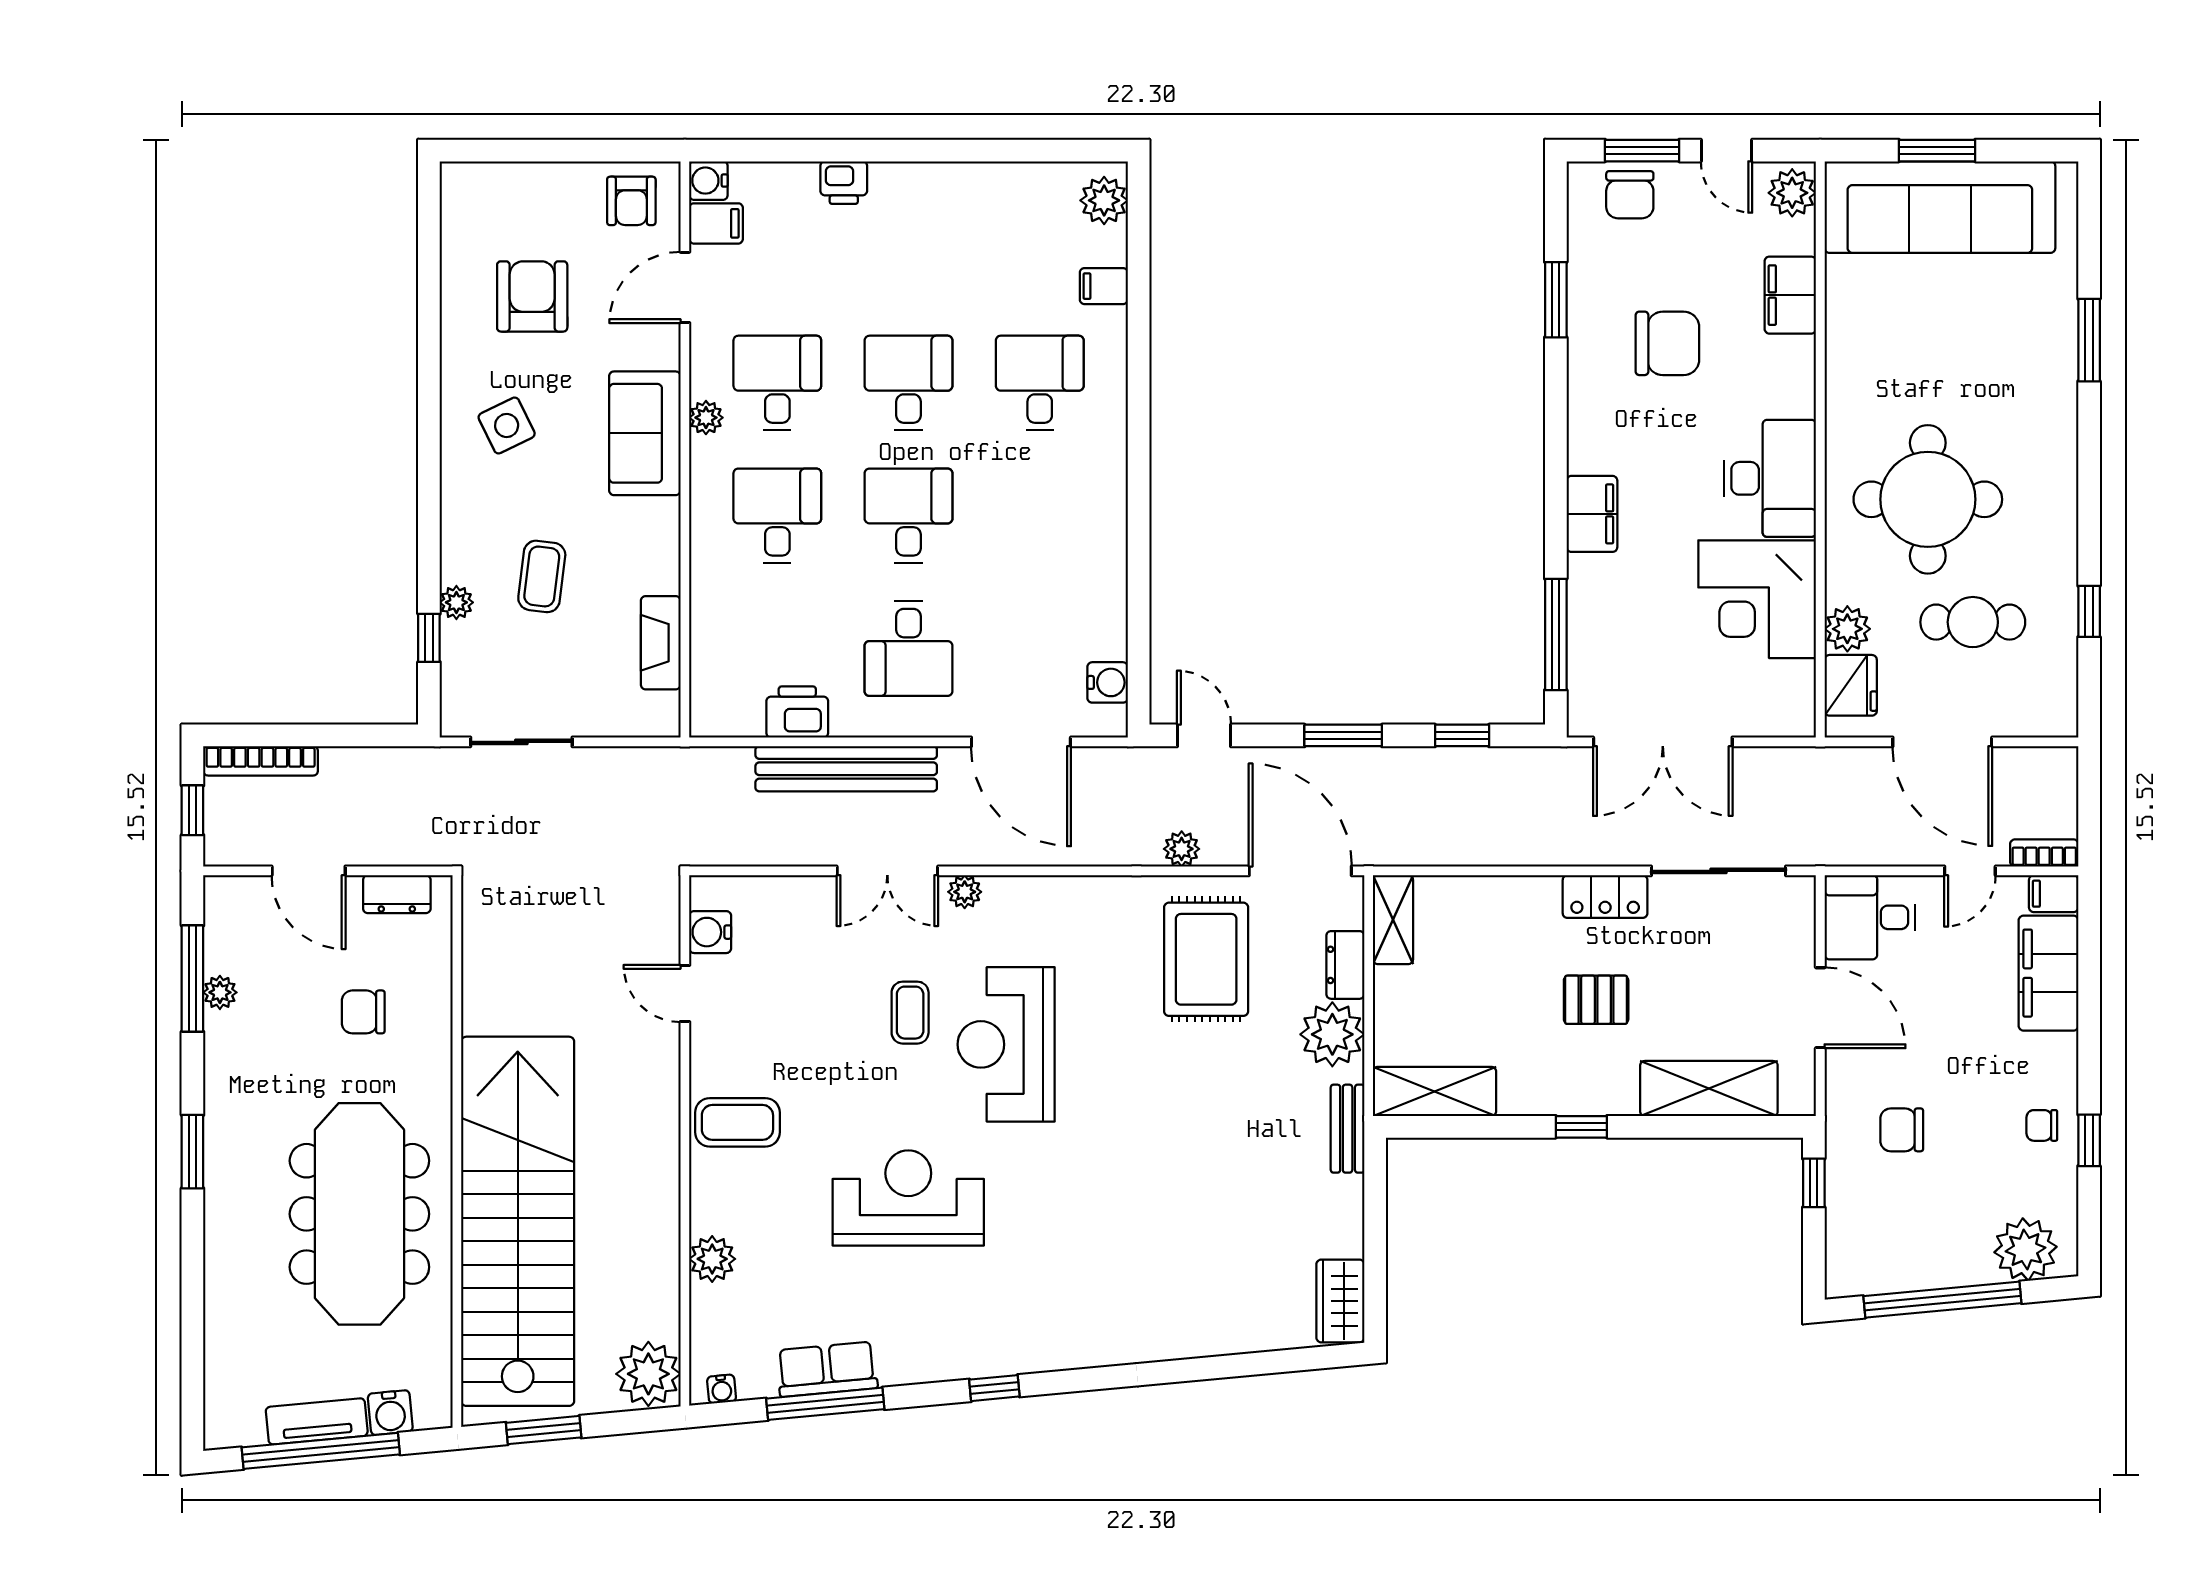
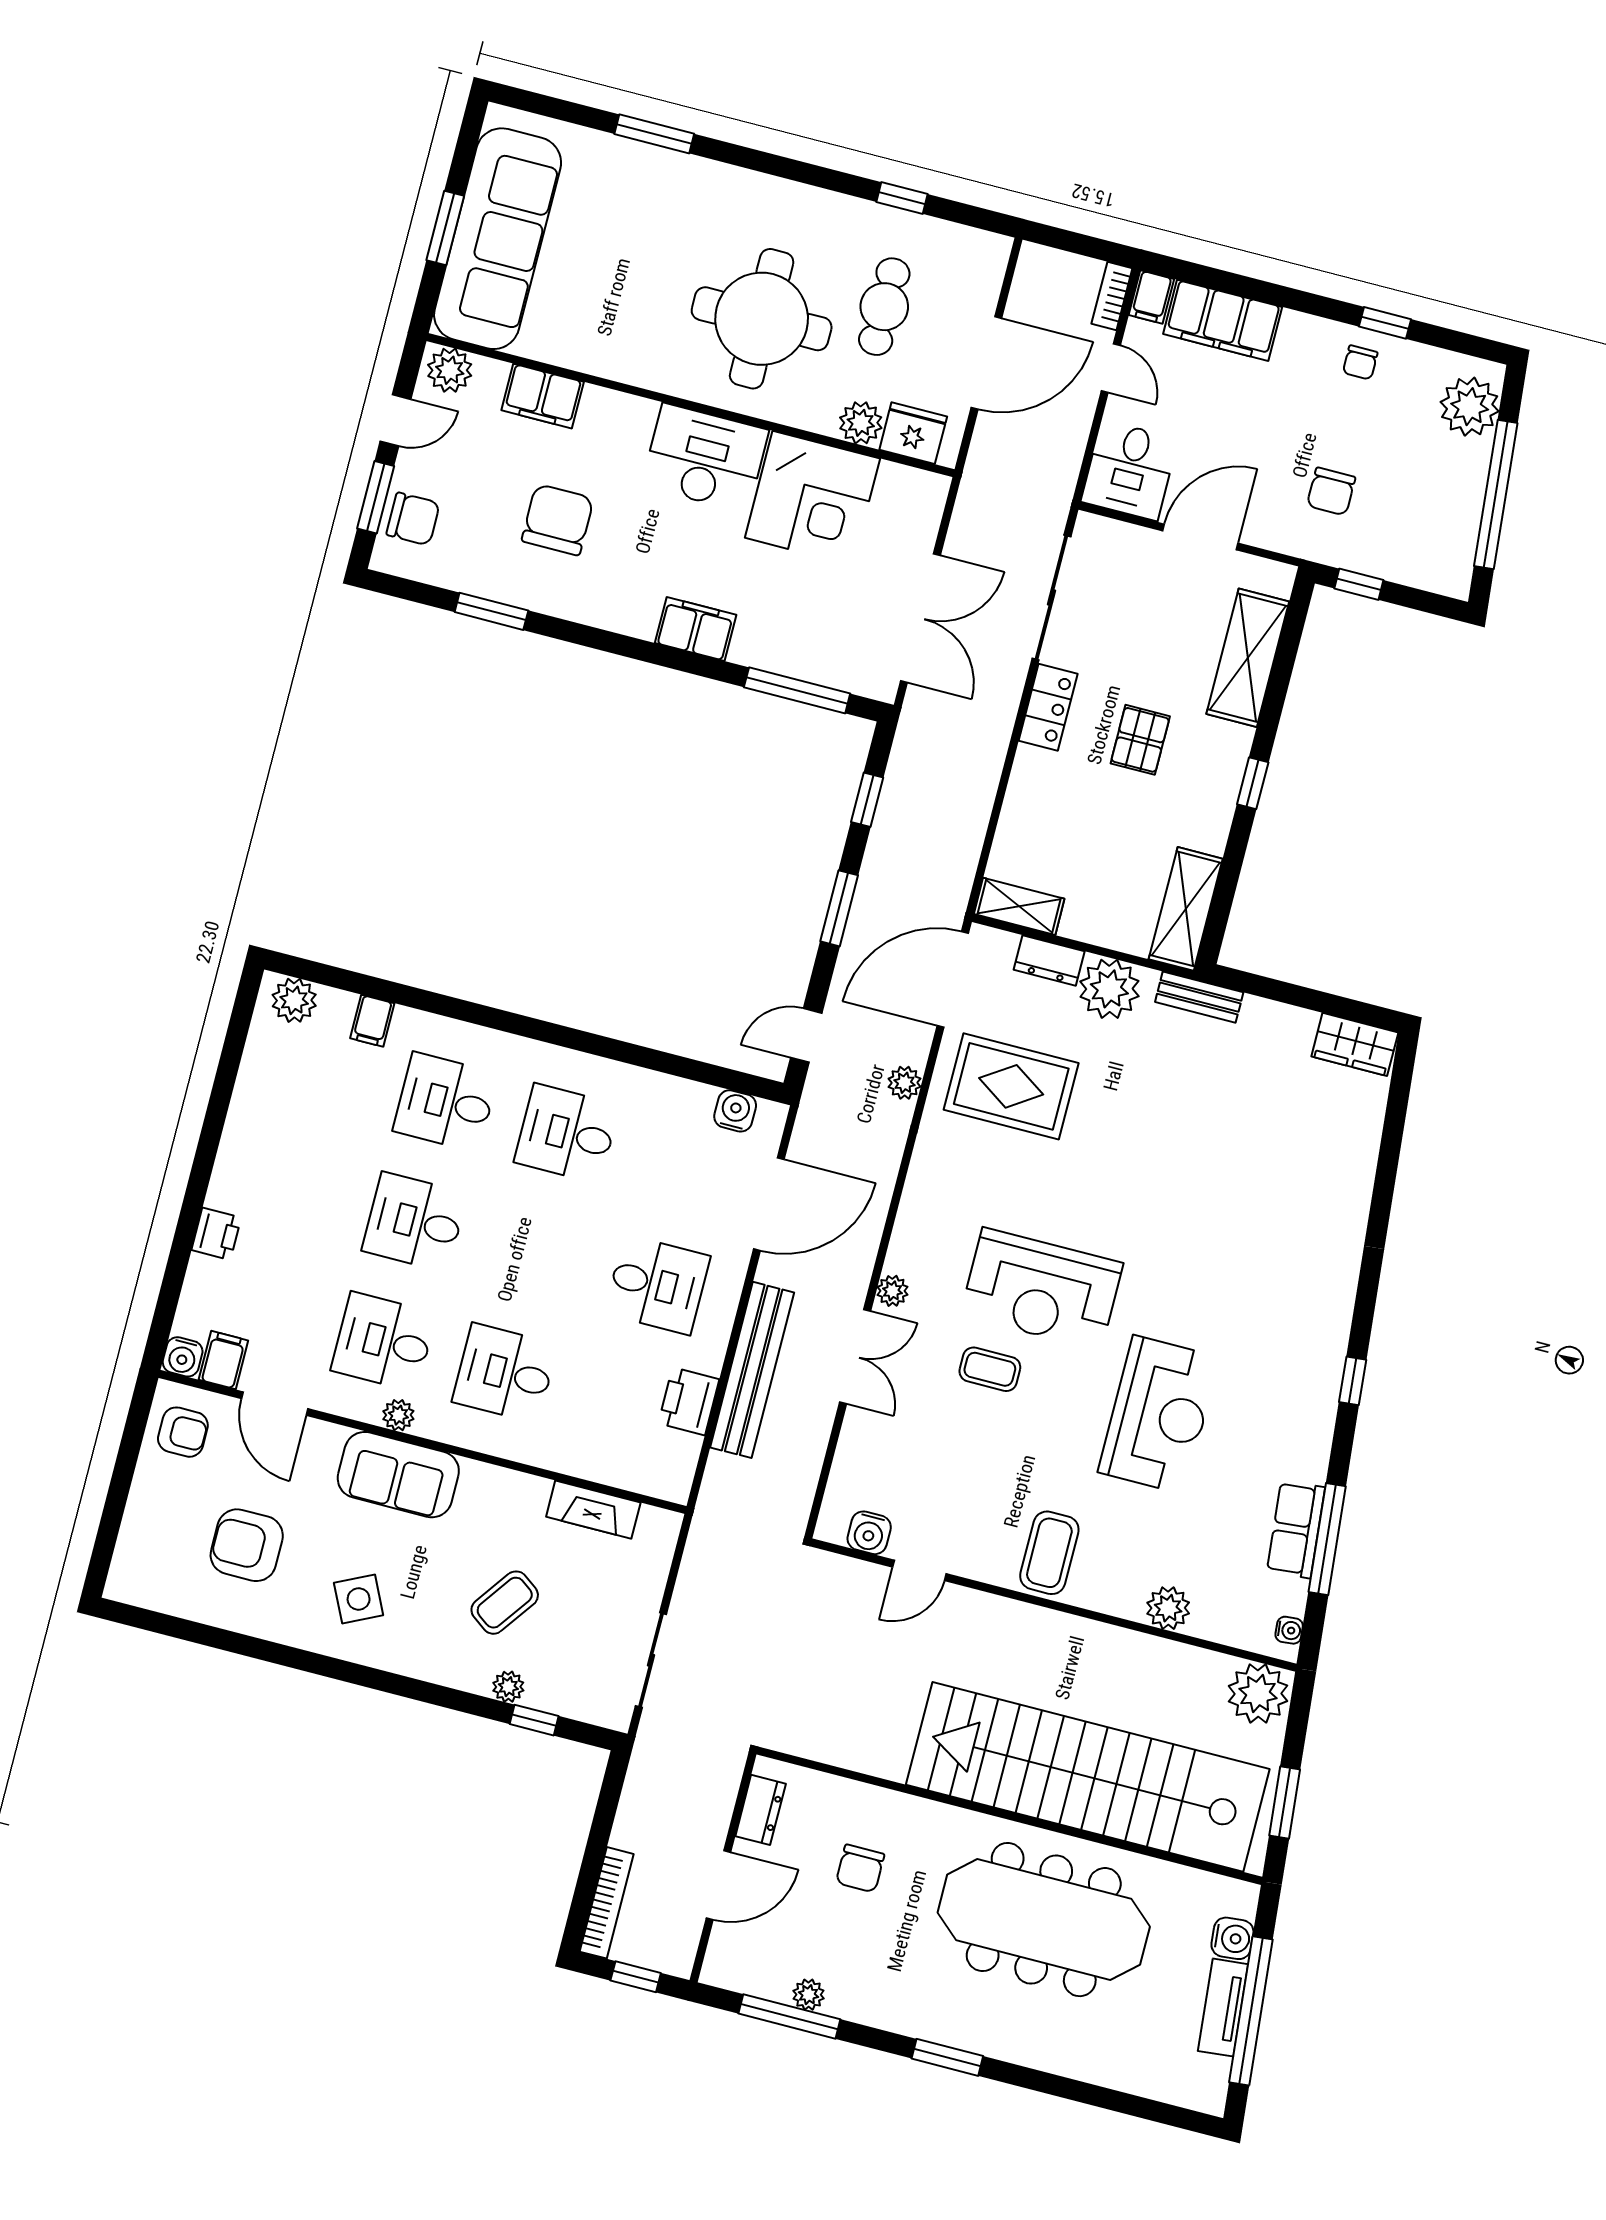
desk: (909, 516) -> (567, 1134), moved
coffee table: (542, 576) -> (505, 1603), turned -61
reception desk: (908, 1198) -> (1159, 1415), turned 180

